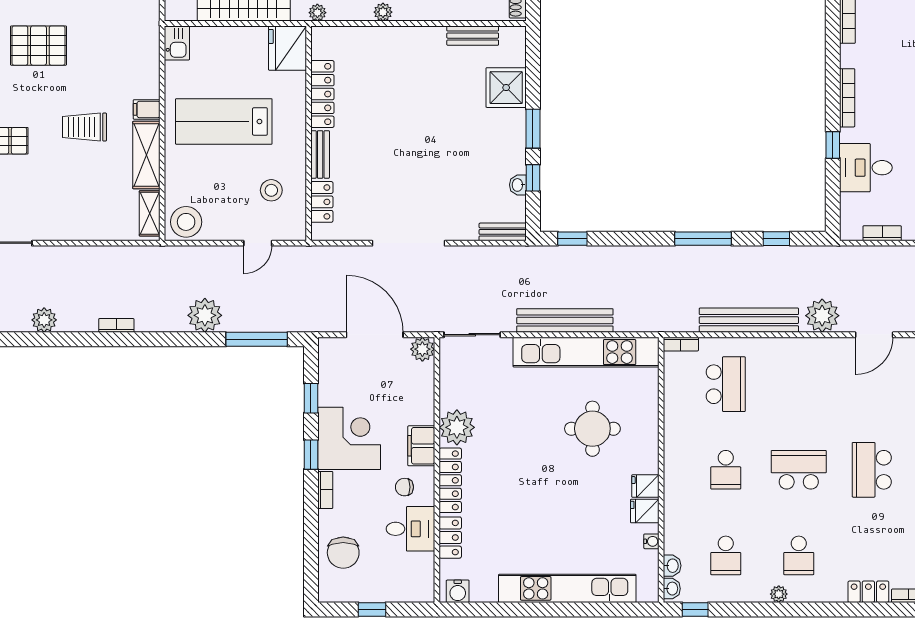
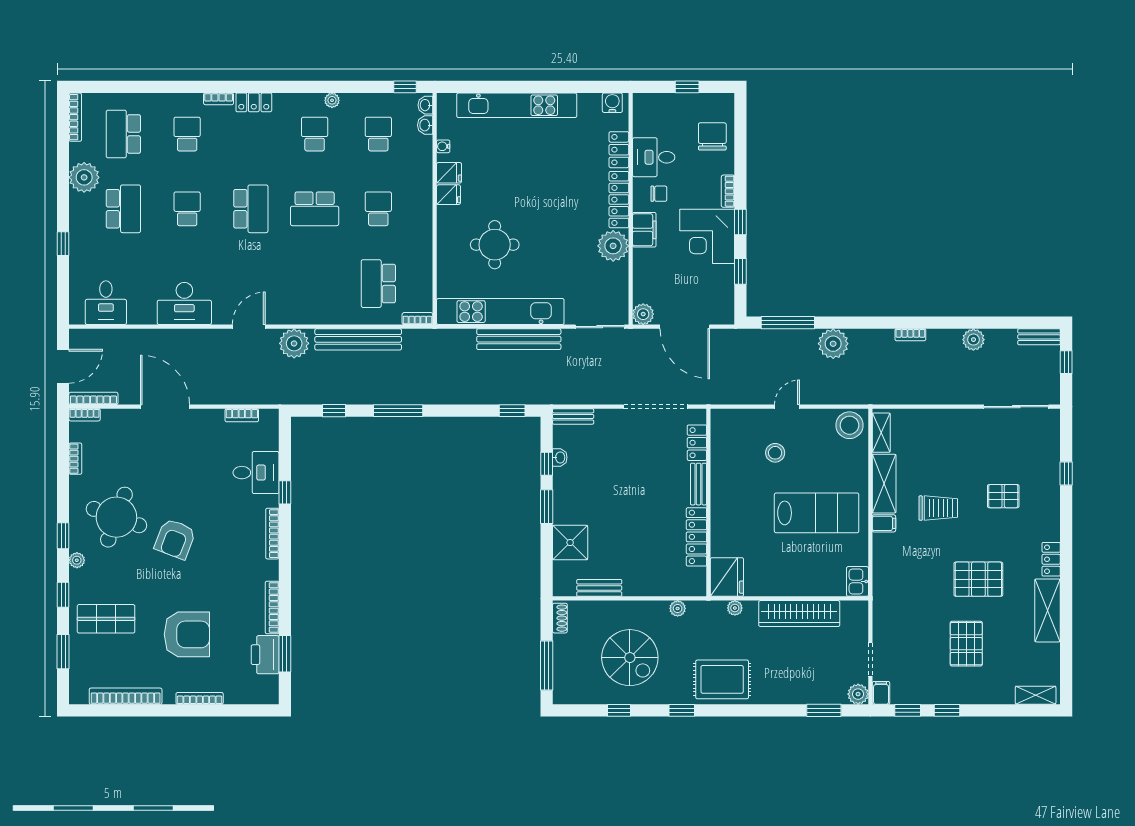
fridge: (288, 48) -> (727, 577), moved
locker: (322, 94) -> (696, 537), moved
wall: (309, 133) -> (708, 503), moved
bench: (320, 154) -> (698, 484), moved
locker: (322, 202) -> (697, 443), moved

